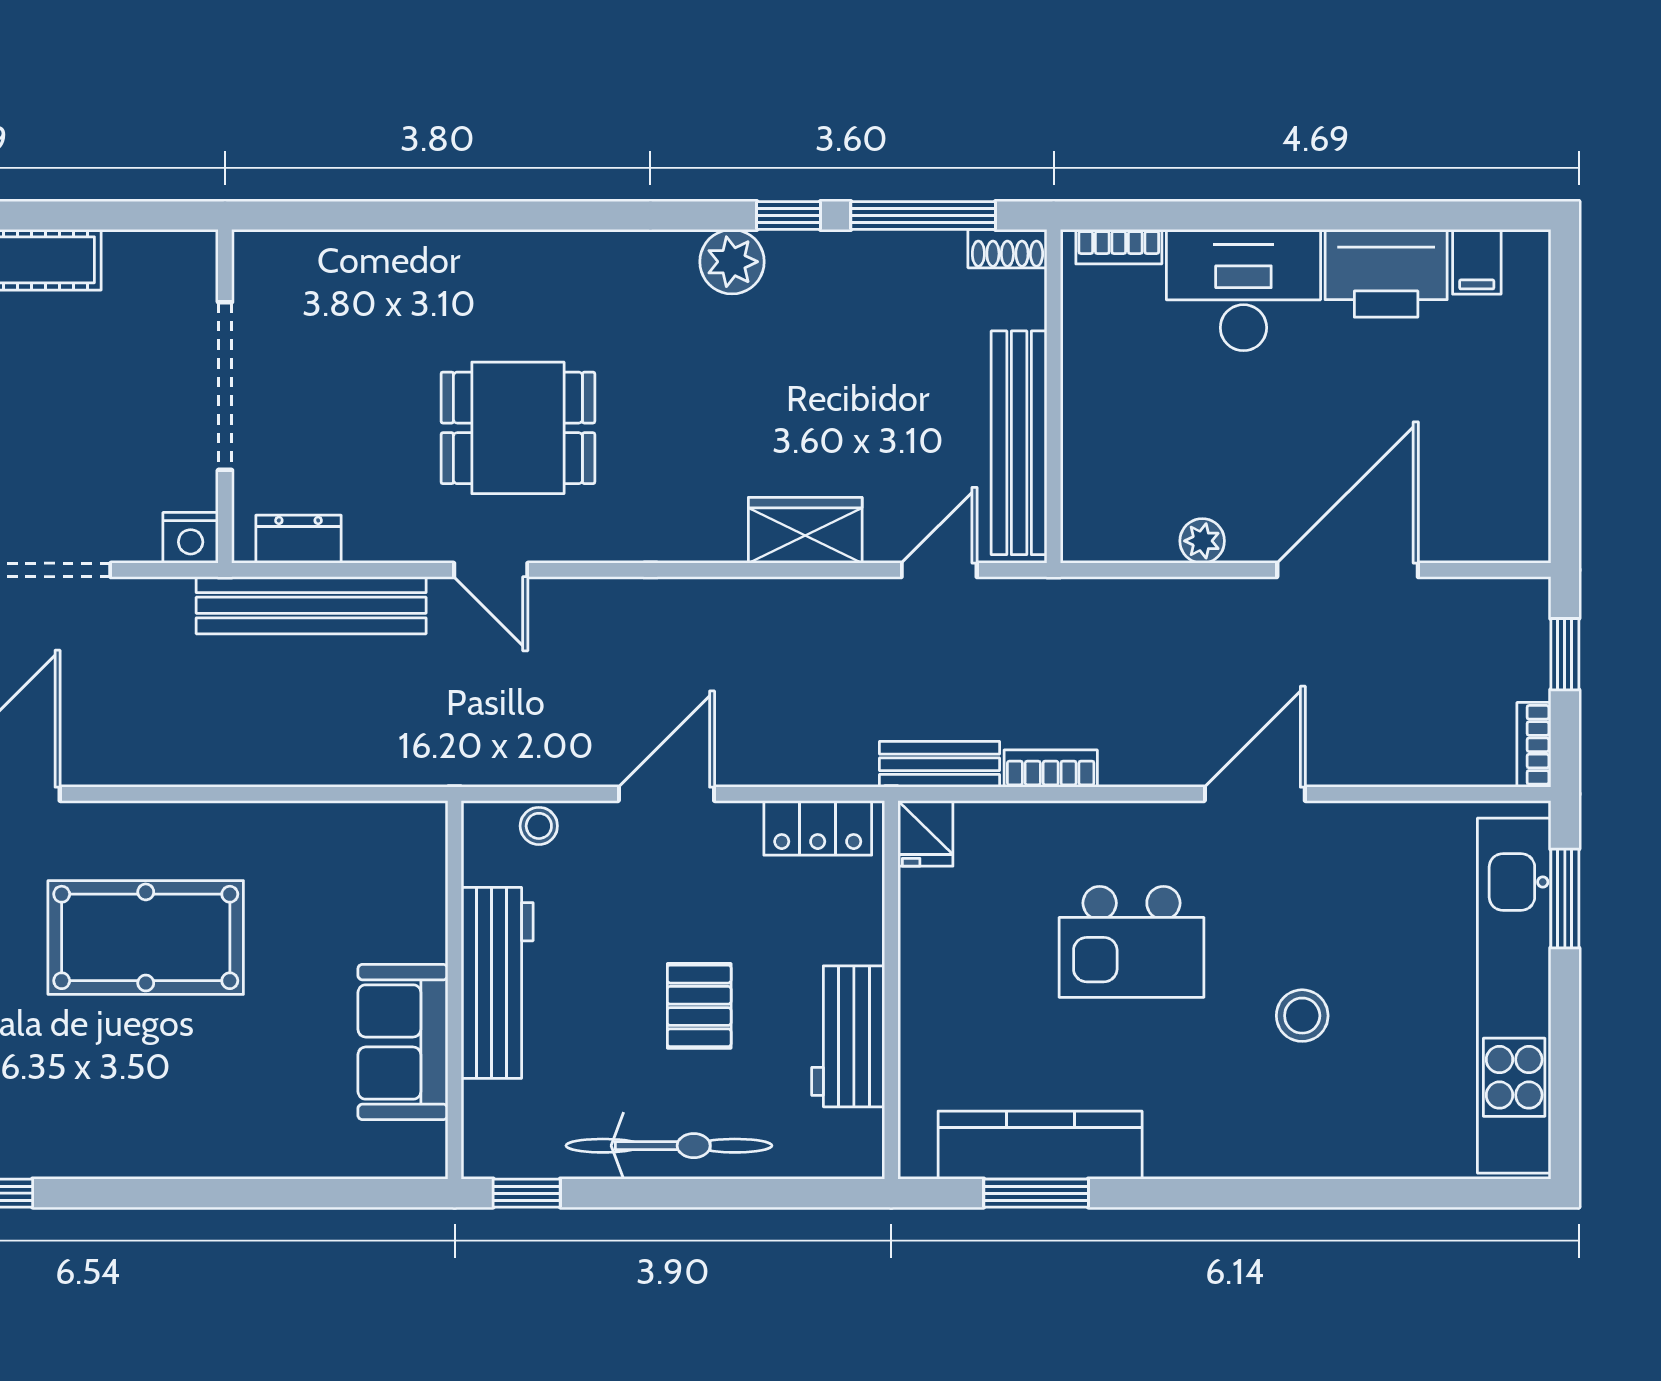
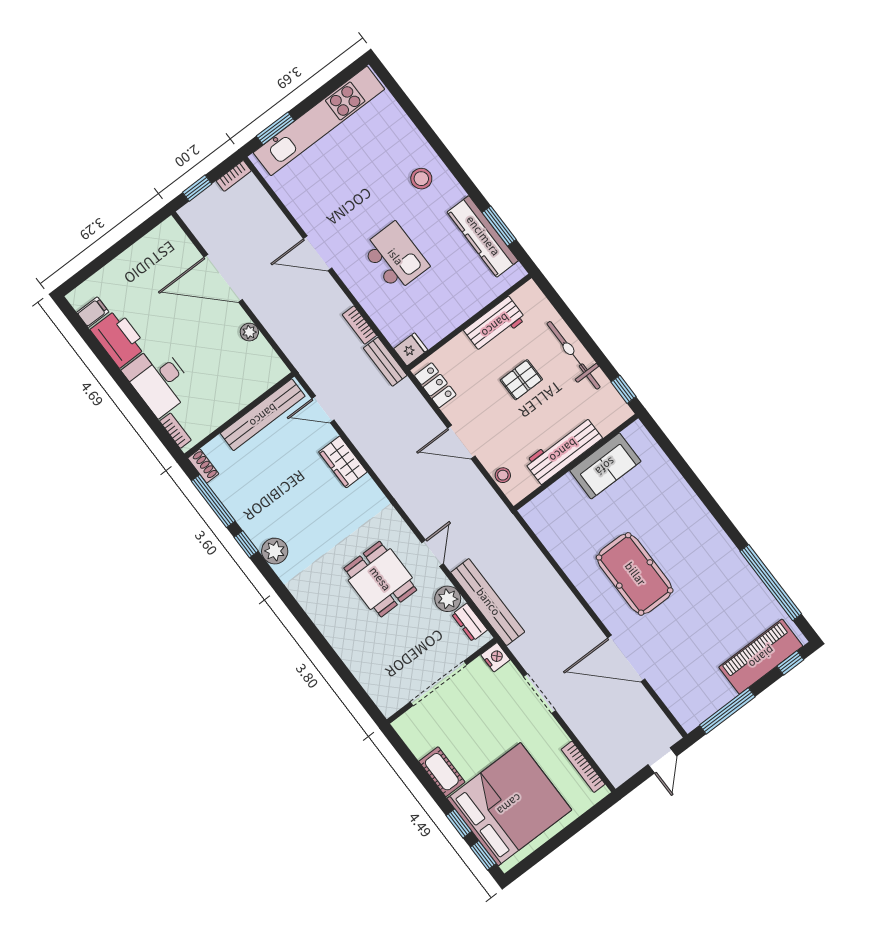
plant: (378, 531) -> (448, 599), added
stool: (1302, 1016) -> (421, 179), moved

